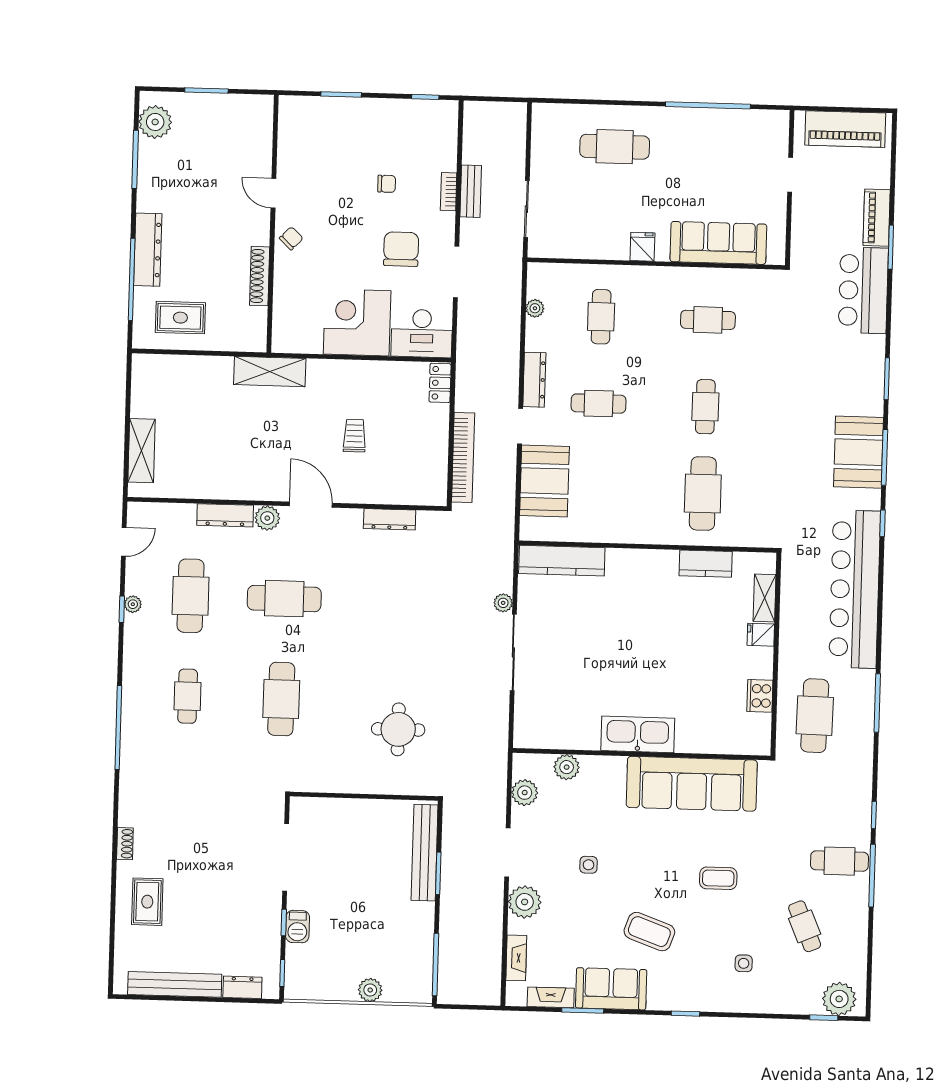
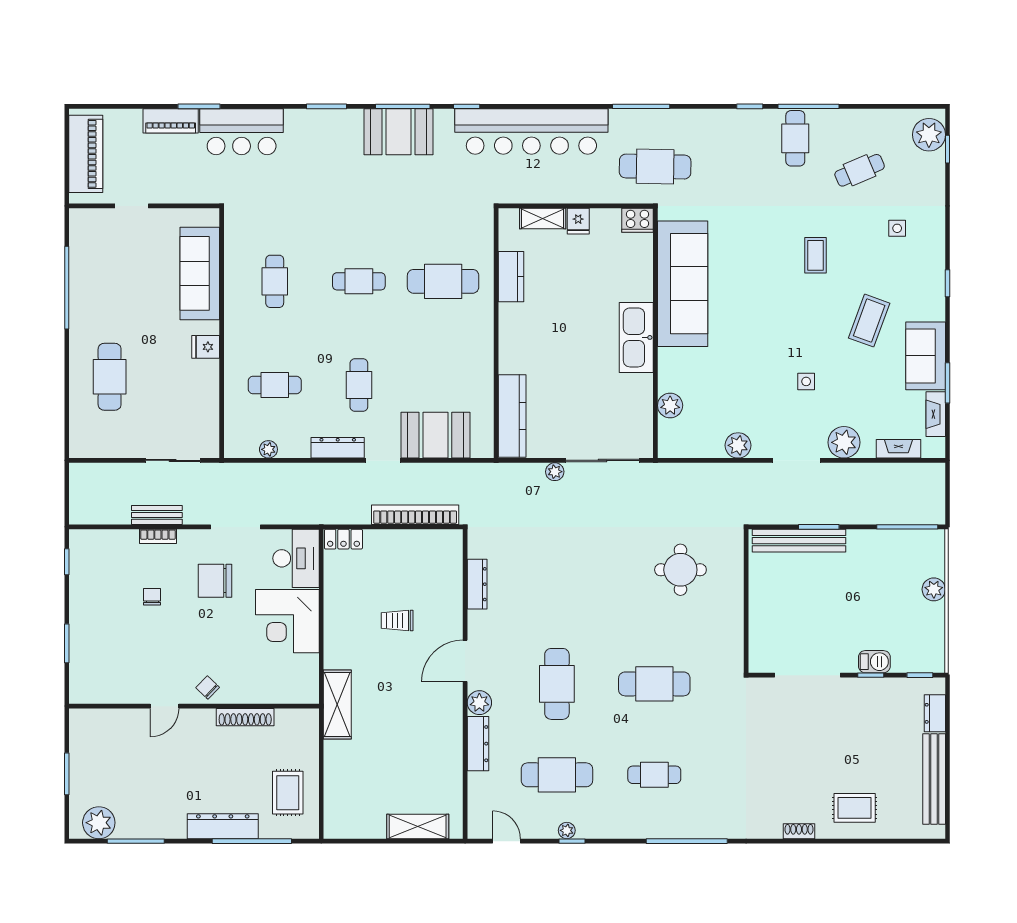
kitchen sink: (638, 734) -> (636, 337), moved
wall: (642, 754) -> (655, 333), moved
plant: (567, 767) -> (670, 405), moved
sofa: (692, 784) -> (683, 284), moved

